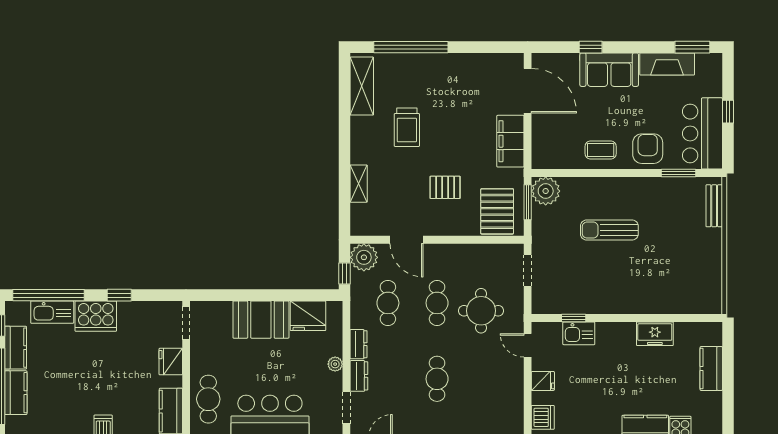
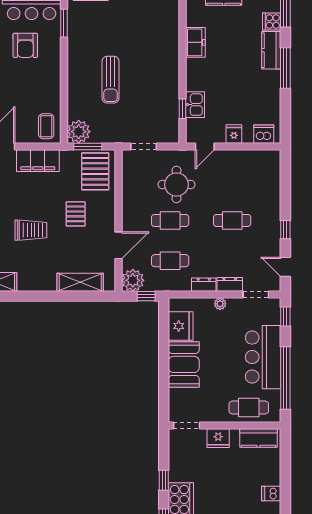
trolley: (407, 127) -> (31, 230), moved
armchair: (648, 149) -> (25, 45), moved, turned -90
coffee table: (601, 150) -> (46, 126), moved
shelving: (359, 184) -> (80, 282), width x1.50, depth x1.33
pallet: (497, 211) -> (95, 171), turned 90

